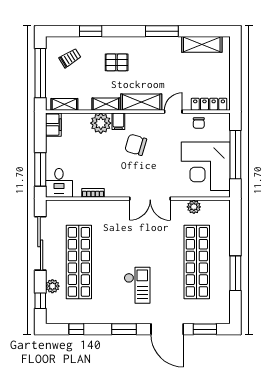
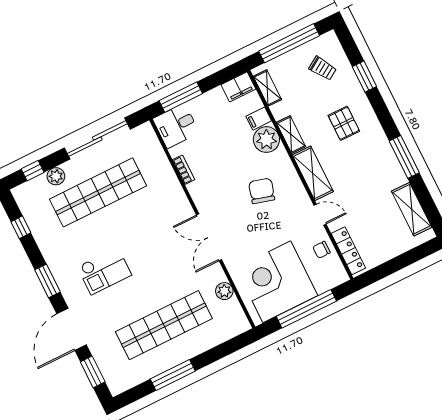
filing cabinet: (118, 121) -> (259, 119), moved

